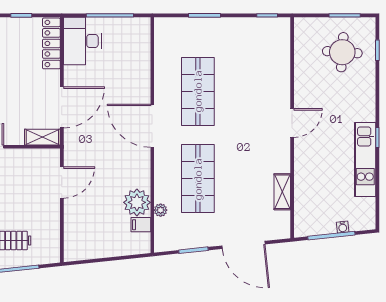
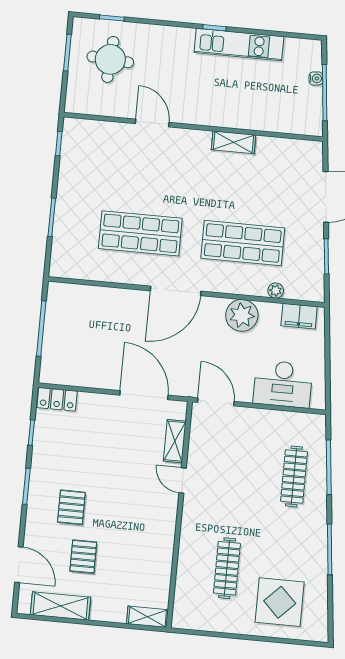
desk: (82, 41) -> (283, 384), moved
locker: (51, 43) -> (57, 399), width x0.66
door: (292, 123) -> (152, 123), moved
shelving: (42, 137) -> (175, 441), moved
door: (62, 182) -> (216, 402), moved
shelving: (282, 192) -> (233, 142), moved
plant: (137, 202) -> (242, 315), moved
filing cabinet: (141, 225) -> (299, 316), width x2.00

